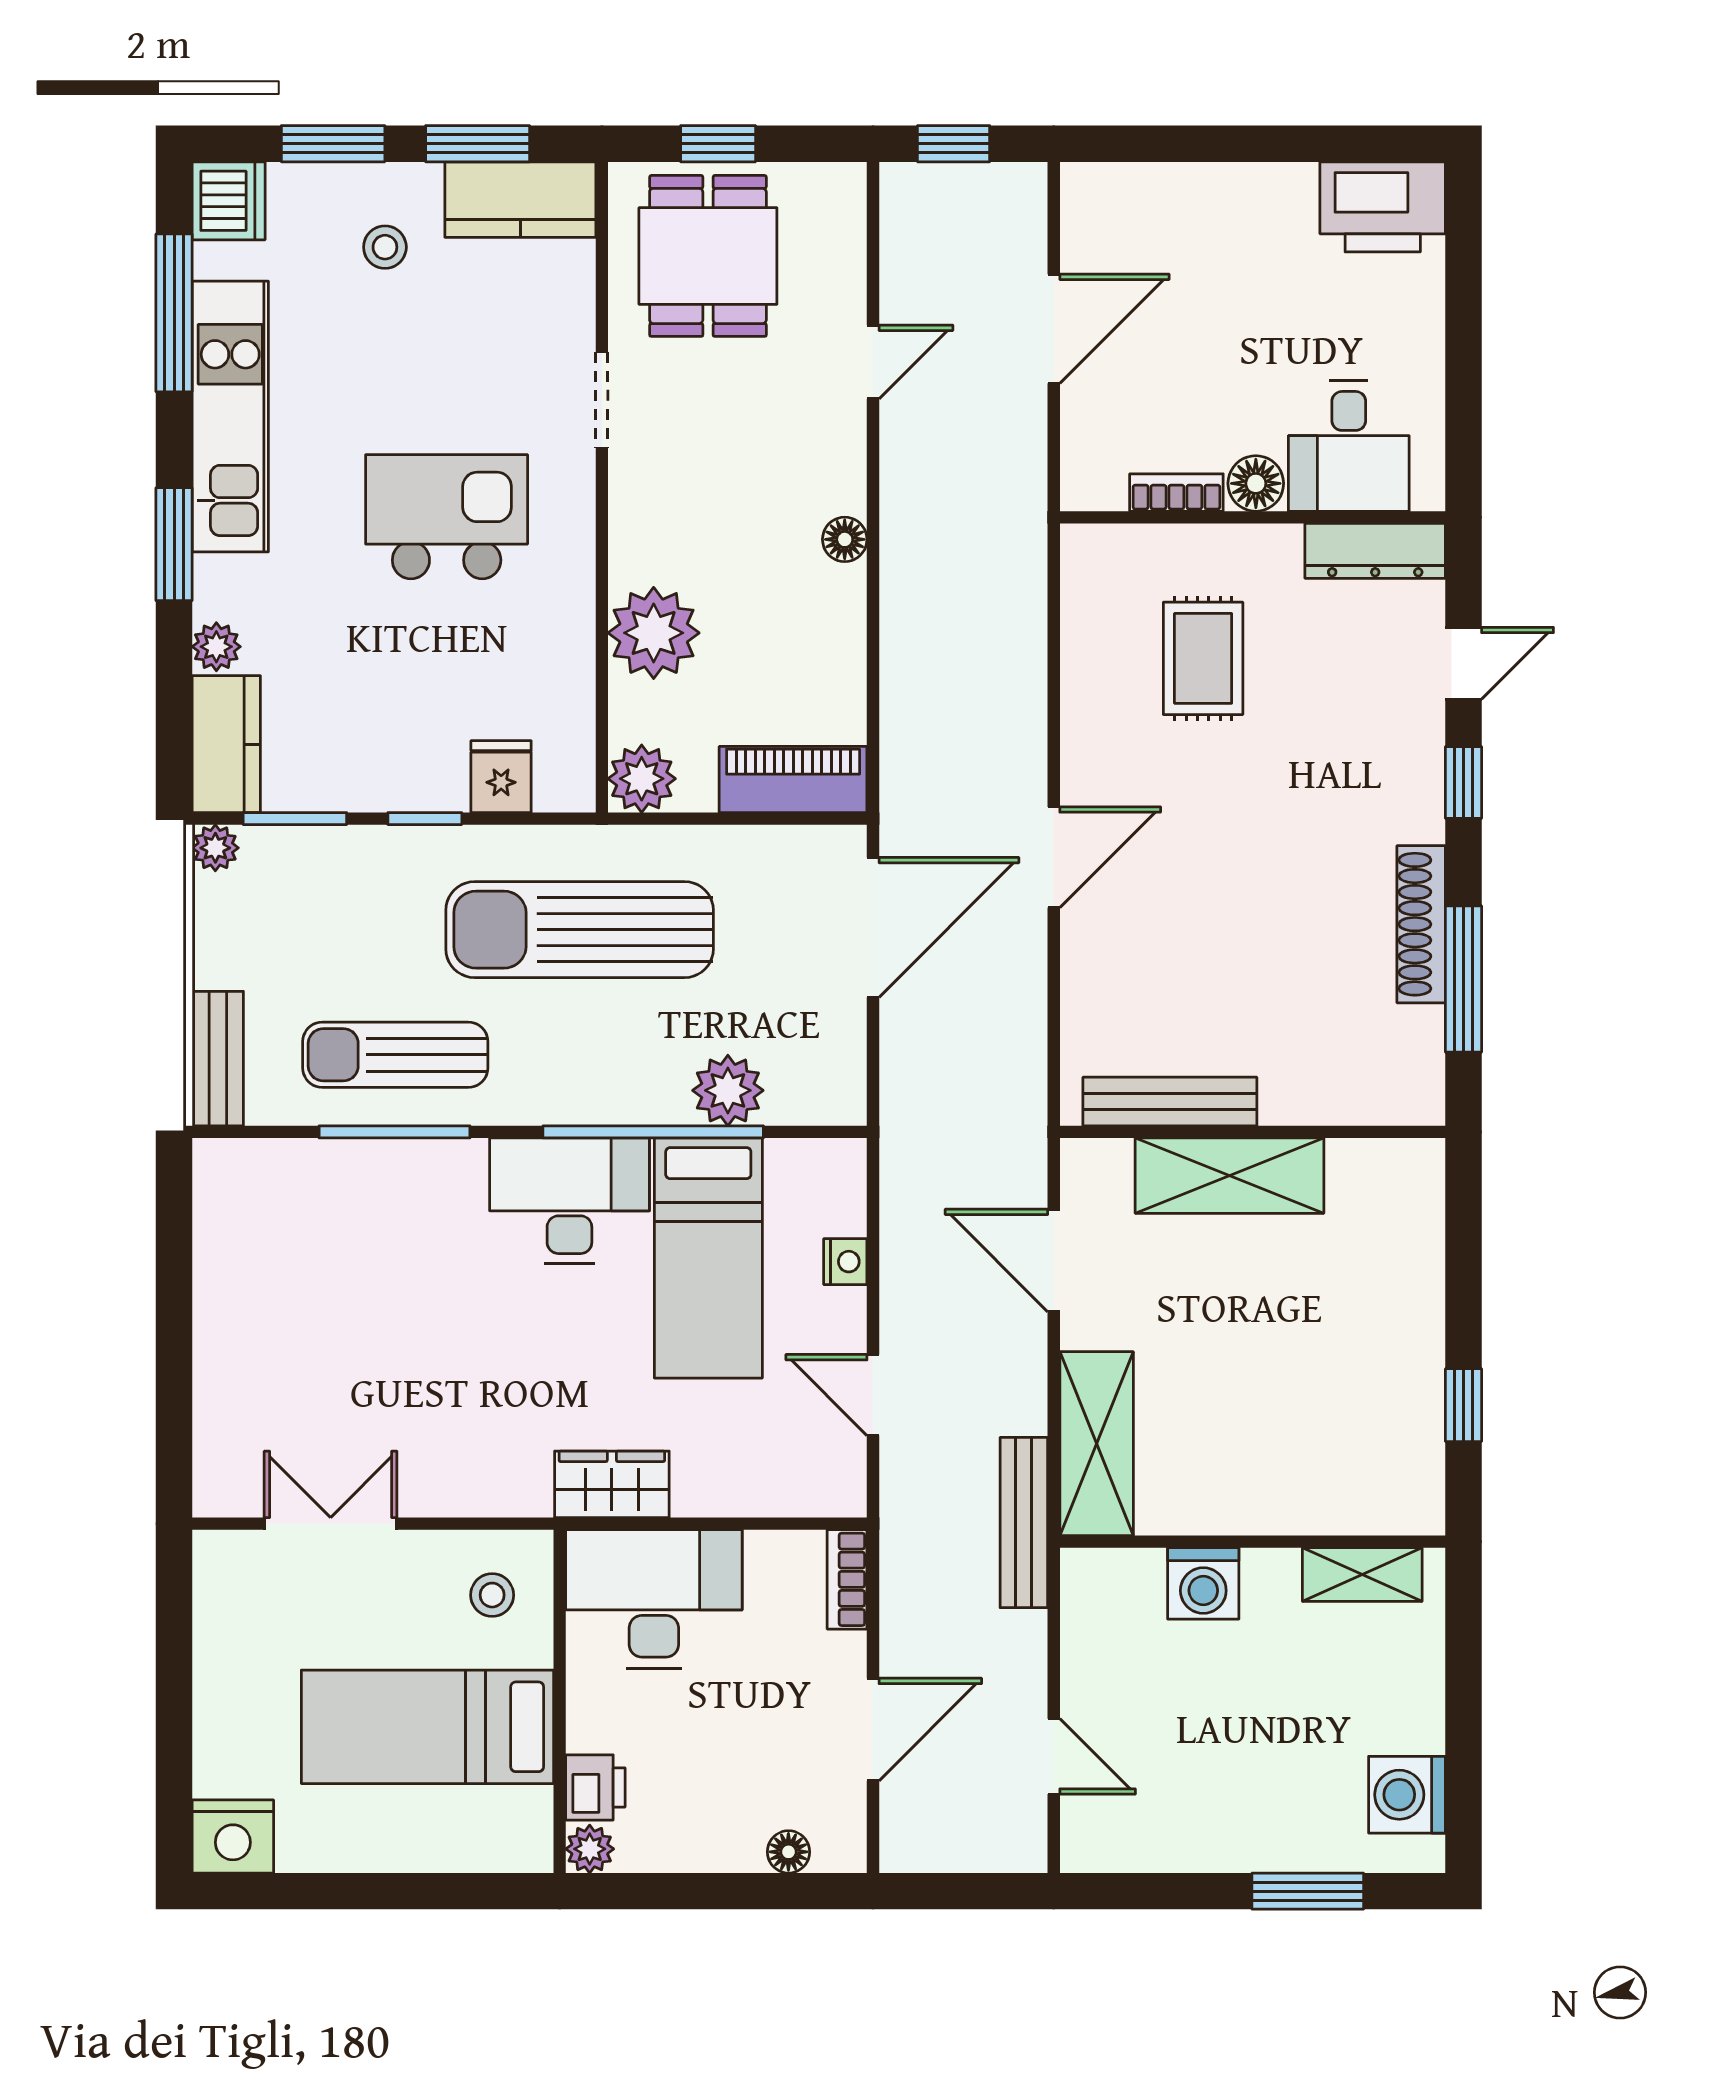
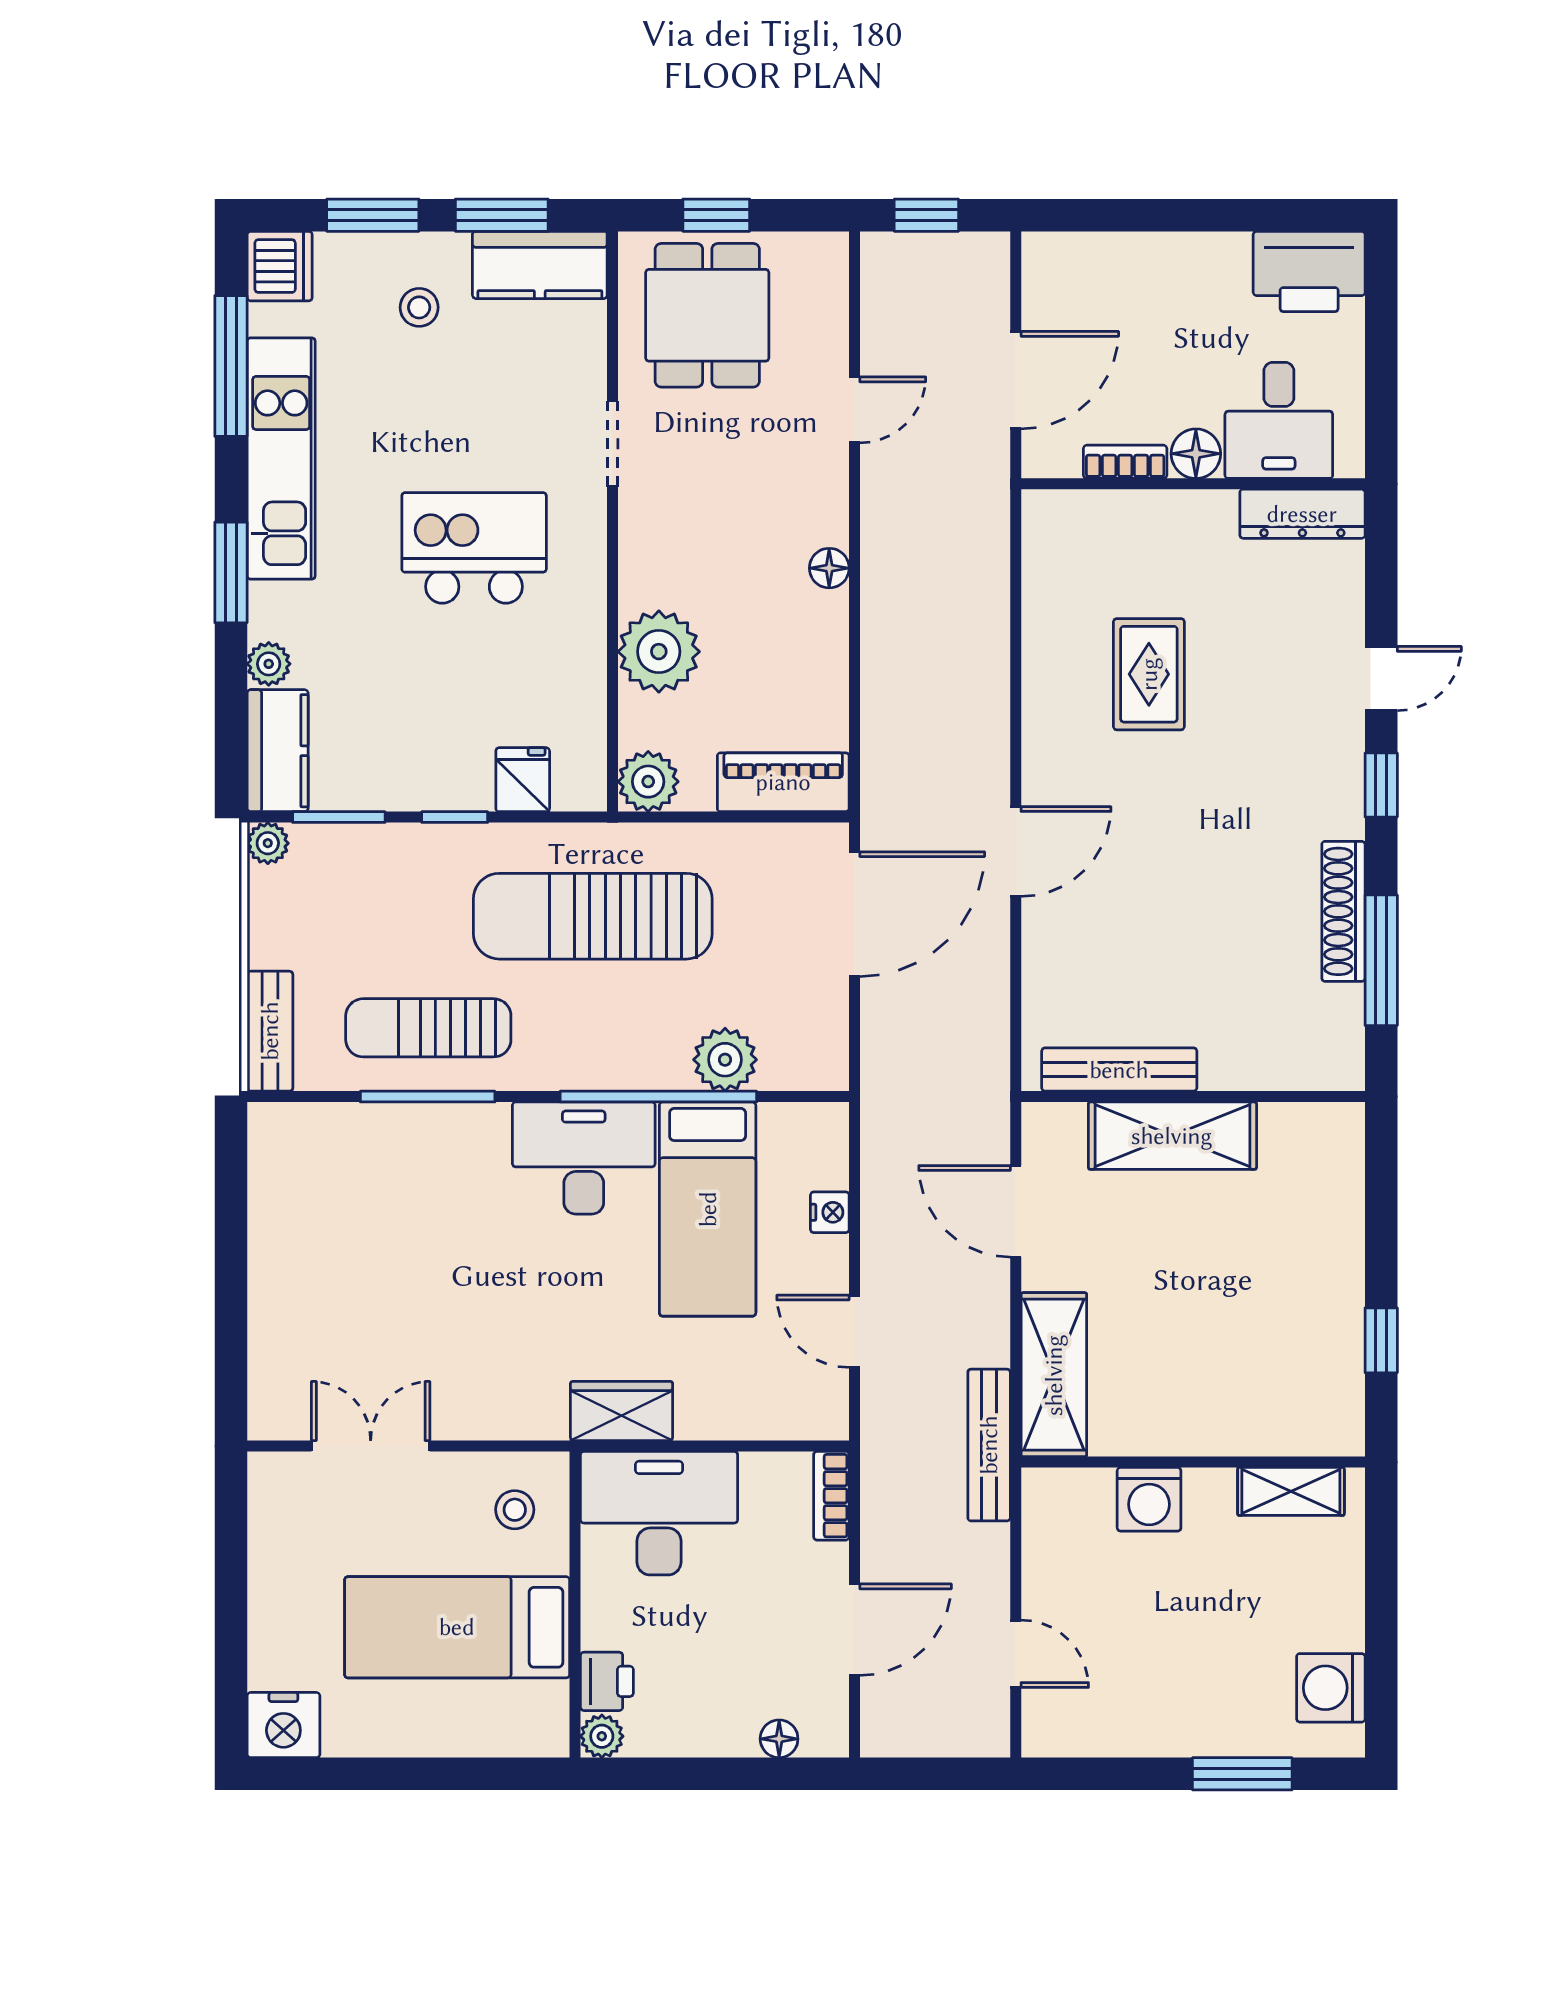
desk: (1349, 446) -> (1279, 420), moved
floor lamp: (1256, 483) -> (1196, 454), moved
bookcase: (1176, 493) -> (1125, 462), moved
wall: (1253, 517) -> (1193, 484), moved
dresser: (1375, 551) -> (1302, 514), moved

